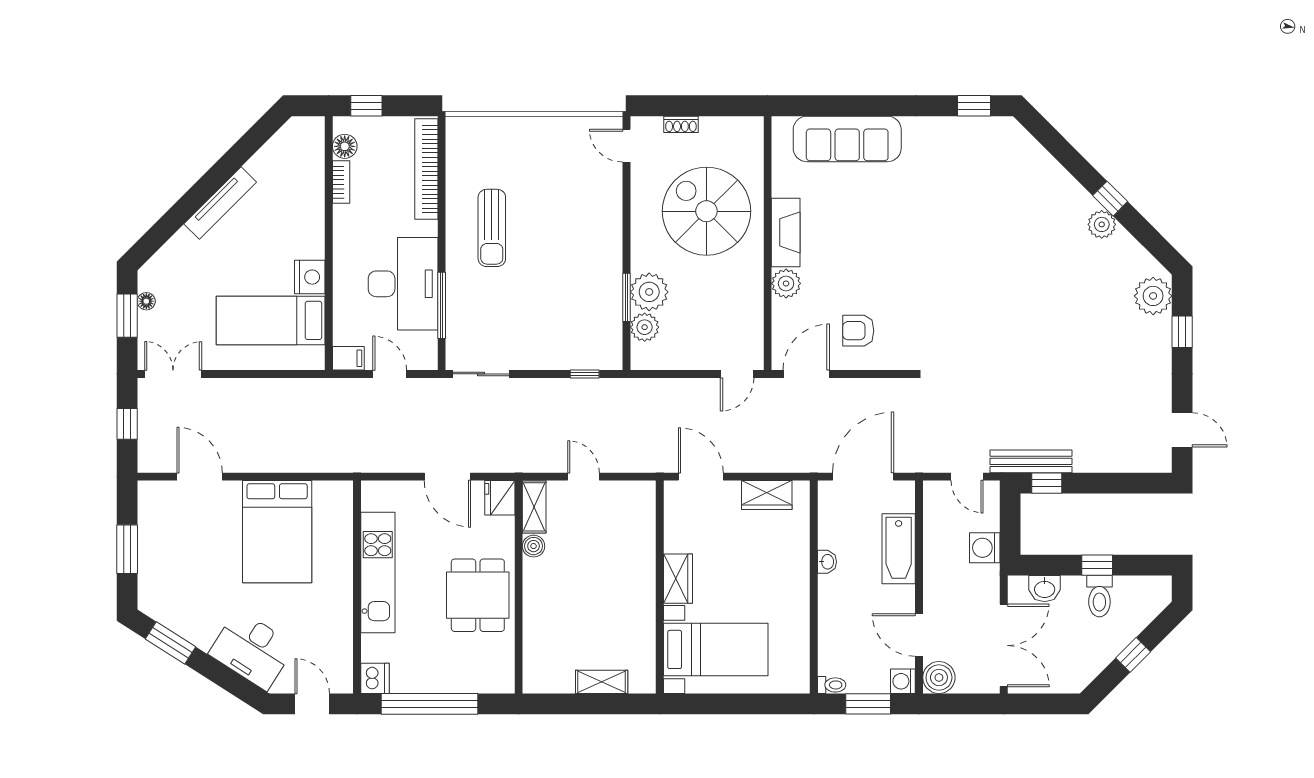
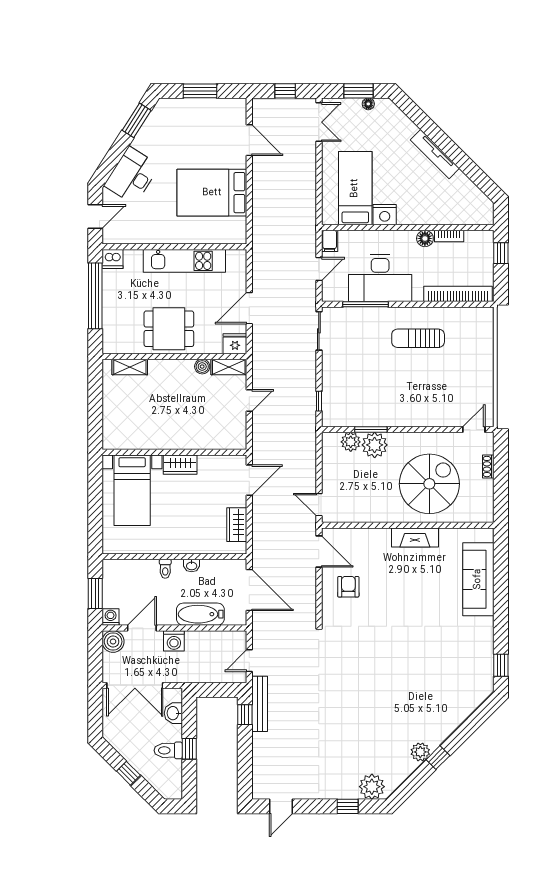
floor lamp: (345, 146) -> (425, 238), moved
plant: (786, 283) -> (380, 538), removed
door: (200, 477) -> (249, 140), hinge flipped
washing machine: (985, 548) -> (174, 641), moved, turned 180
shelving: (602, 682) -> (130, 367), moved, turned 90
toilet: (832, 685) -> (165, 569), moved

